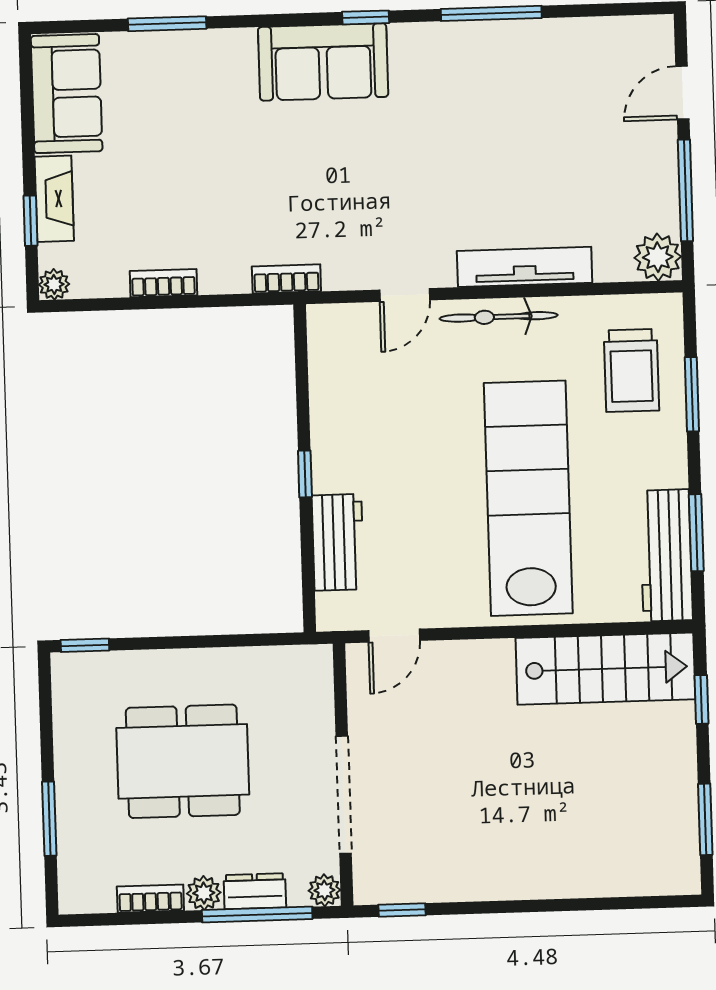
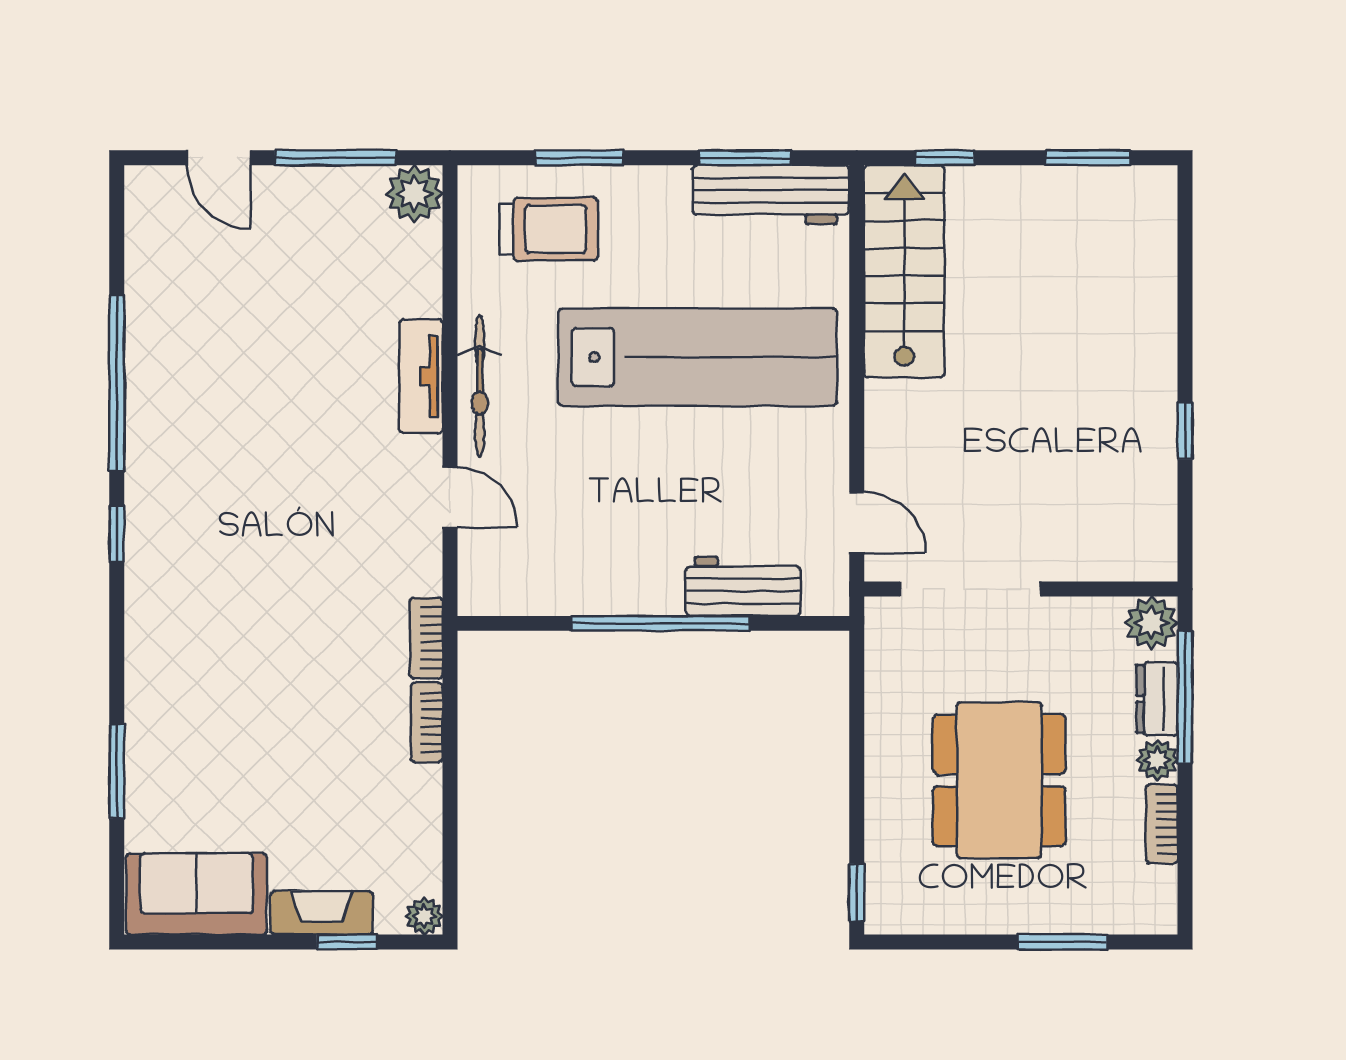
window: (491, 13) -> (117, 383), width x1.46
sofa: (323, 62) -> (168, 586), removed
tv unit: (525, 267) -> (421, 376), width x0.71
bookcase: (163, 283) -> (427, 723), moved
window: (305, 474) -> (660, 623), width x3.17
lab bench: (528, 498) -> (698, 357), turned 180
doorway: (344, 795) -> (970, 589), moved
plant: (324, 890) -> (1151, 623), width x1.38, depth x1.38
window: (402, 910) -> (1185, 431), moved

